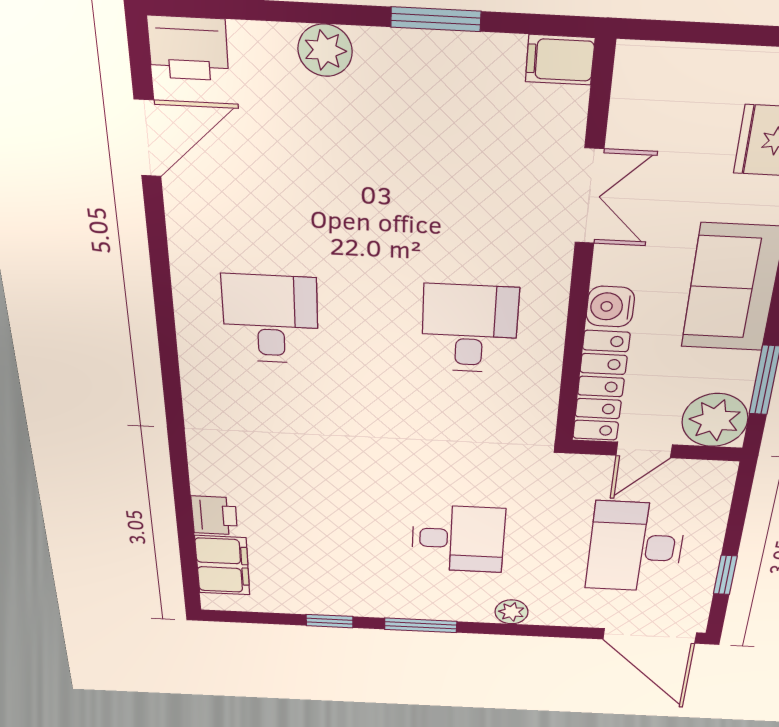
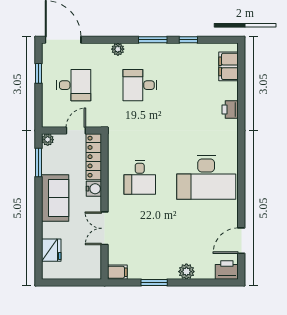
desk: (270, 319) -> (206, 177), width x1.87, depth x1.30
plant: (715, 420) -> (48, 140), width x0.53, depth x0.53
printer: (214, 515) -> (230, 109), moved
desk: (635, 547) -> (74, 85), width x0.73

